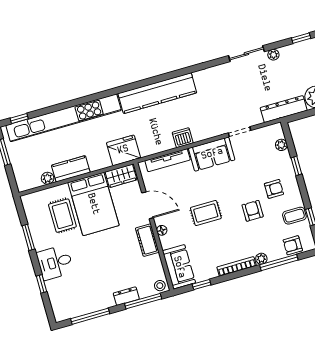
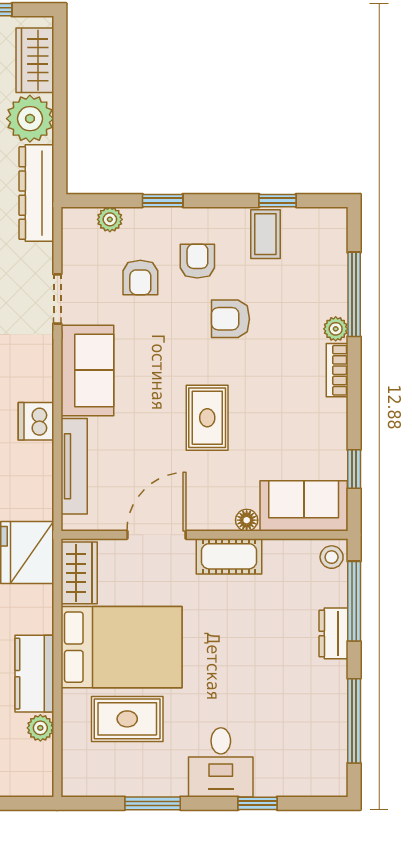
floor lamp: (162, 230) -> (247, 520), moved
armchair: (293, 245) -> (140, 277), moved
bookcase: (237, 266) -> (337, 370), width x0.64

